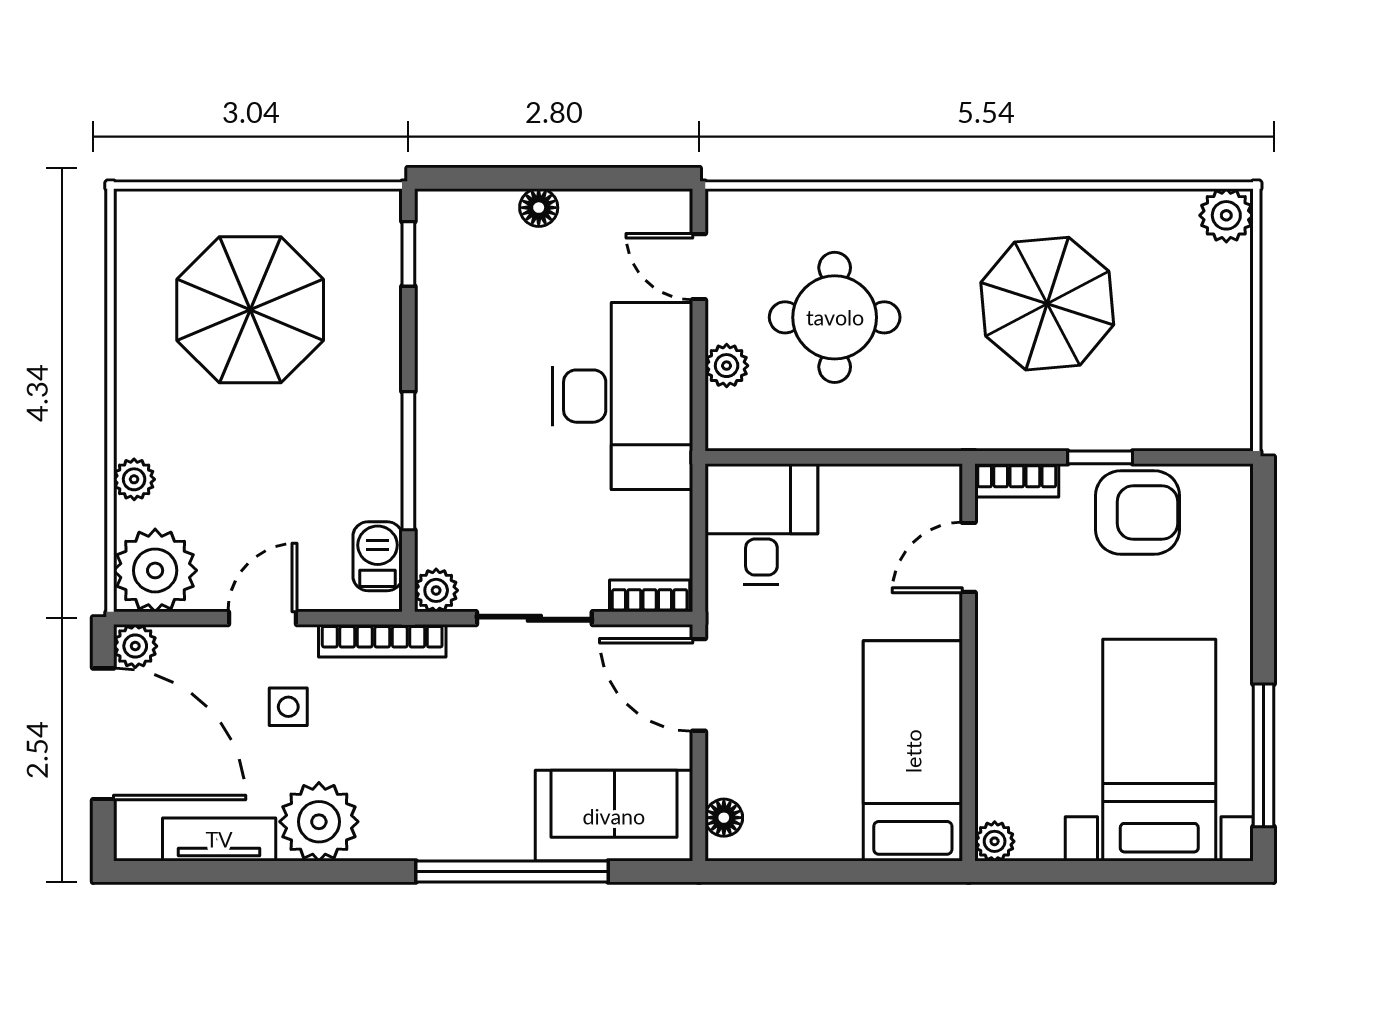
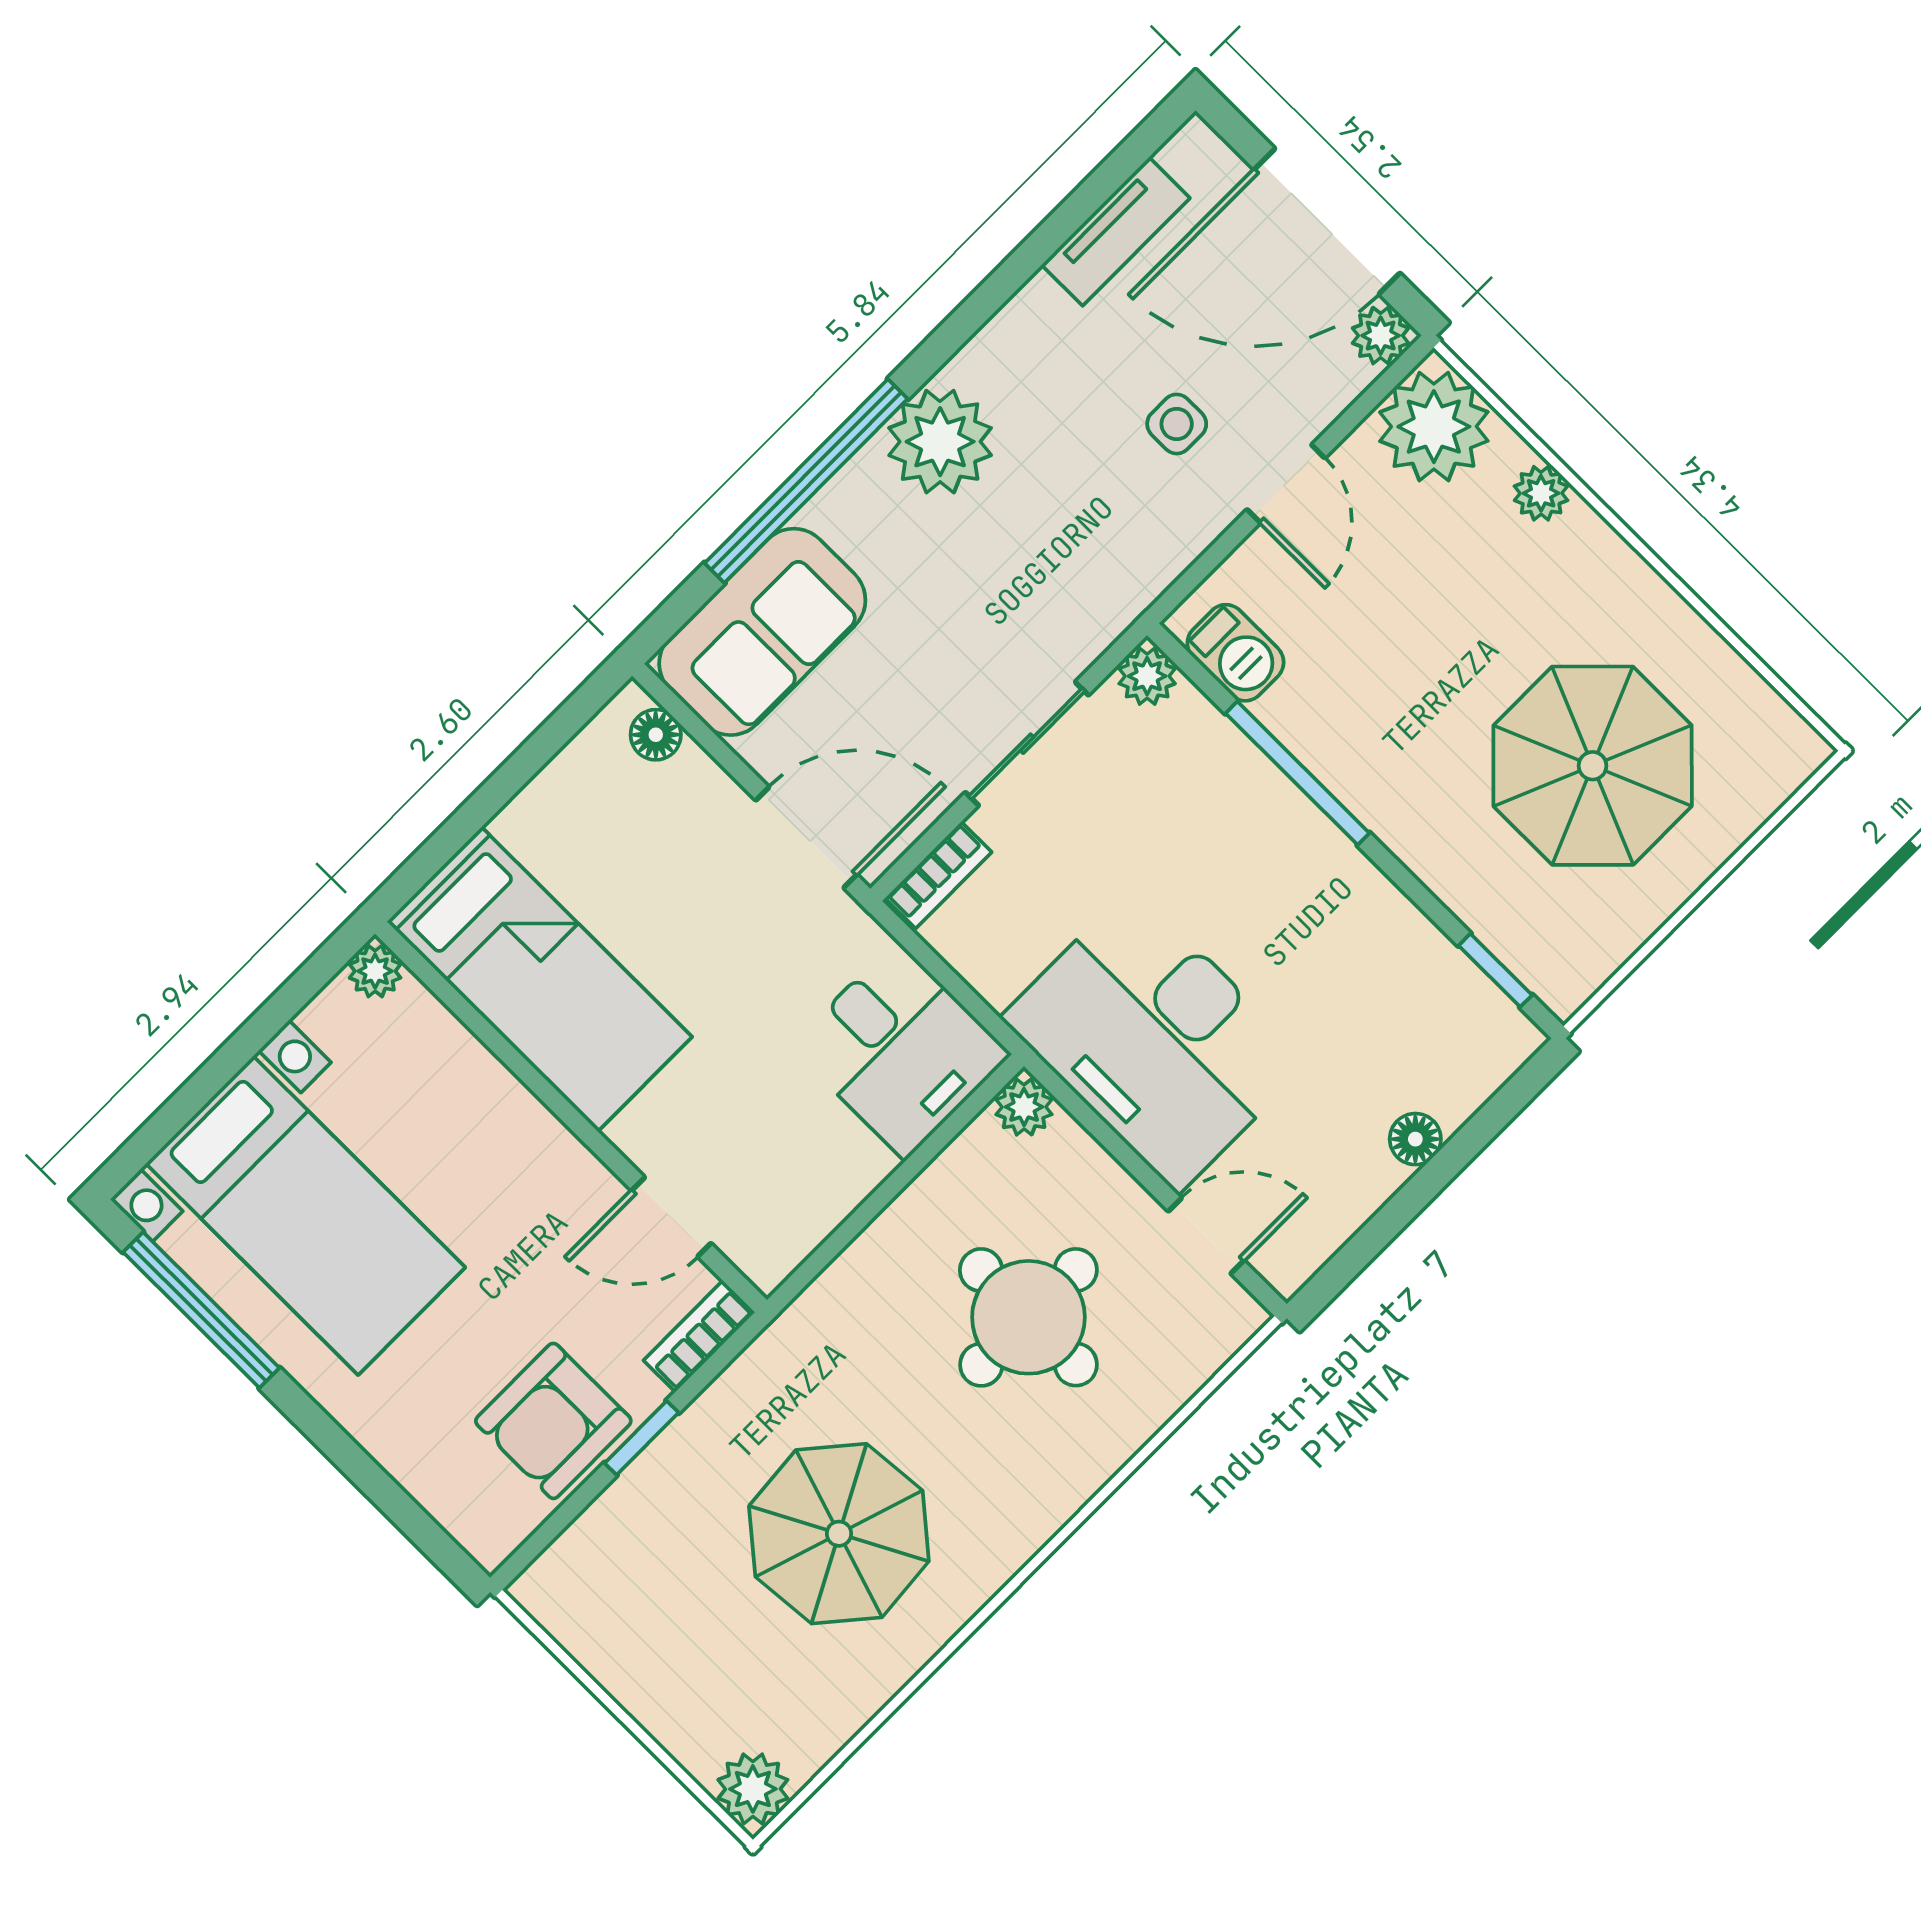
plant: (727, 366) -> (1024, 1107), moved
door: (969, 557) -> (671, 1217), swing flipped
bookcase: (382, 641) -> (1150, 577), removed
plant: (319, 822) -> (940, 442), moved

